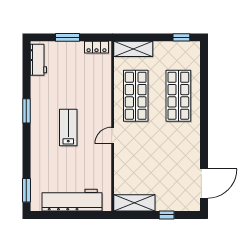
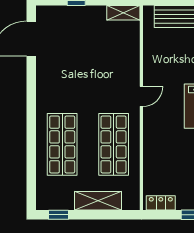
shelving: (133, 49) -> (98, 201), moved
shelving: (134, 203) -> (123, 13), width x0.67, depth x0.75

